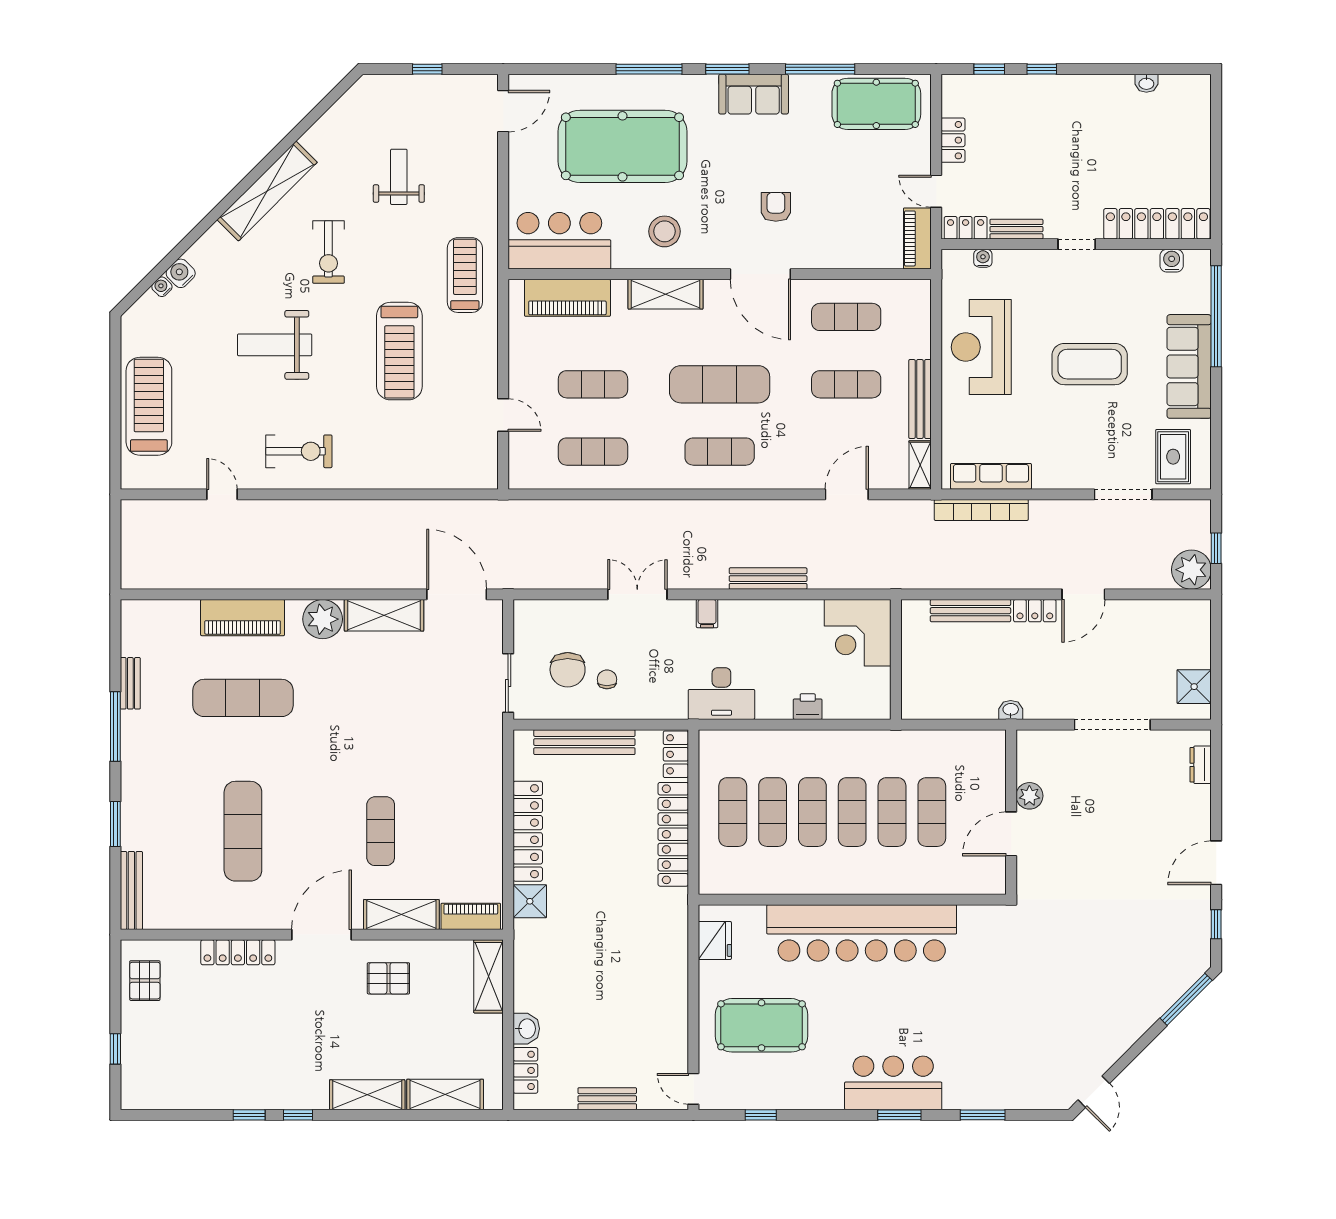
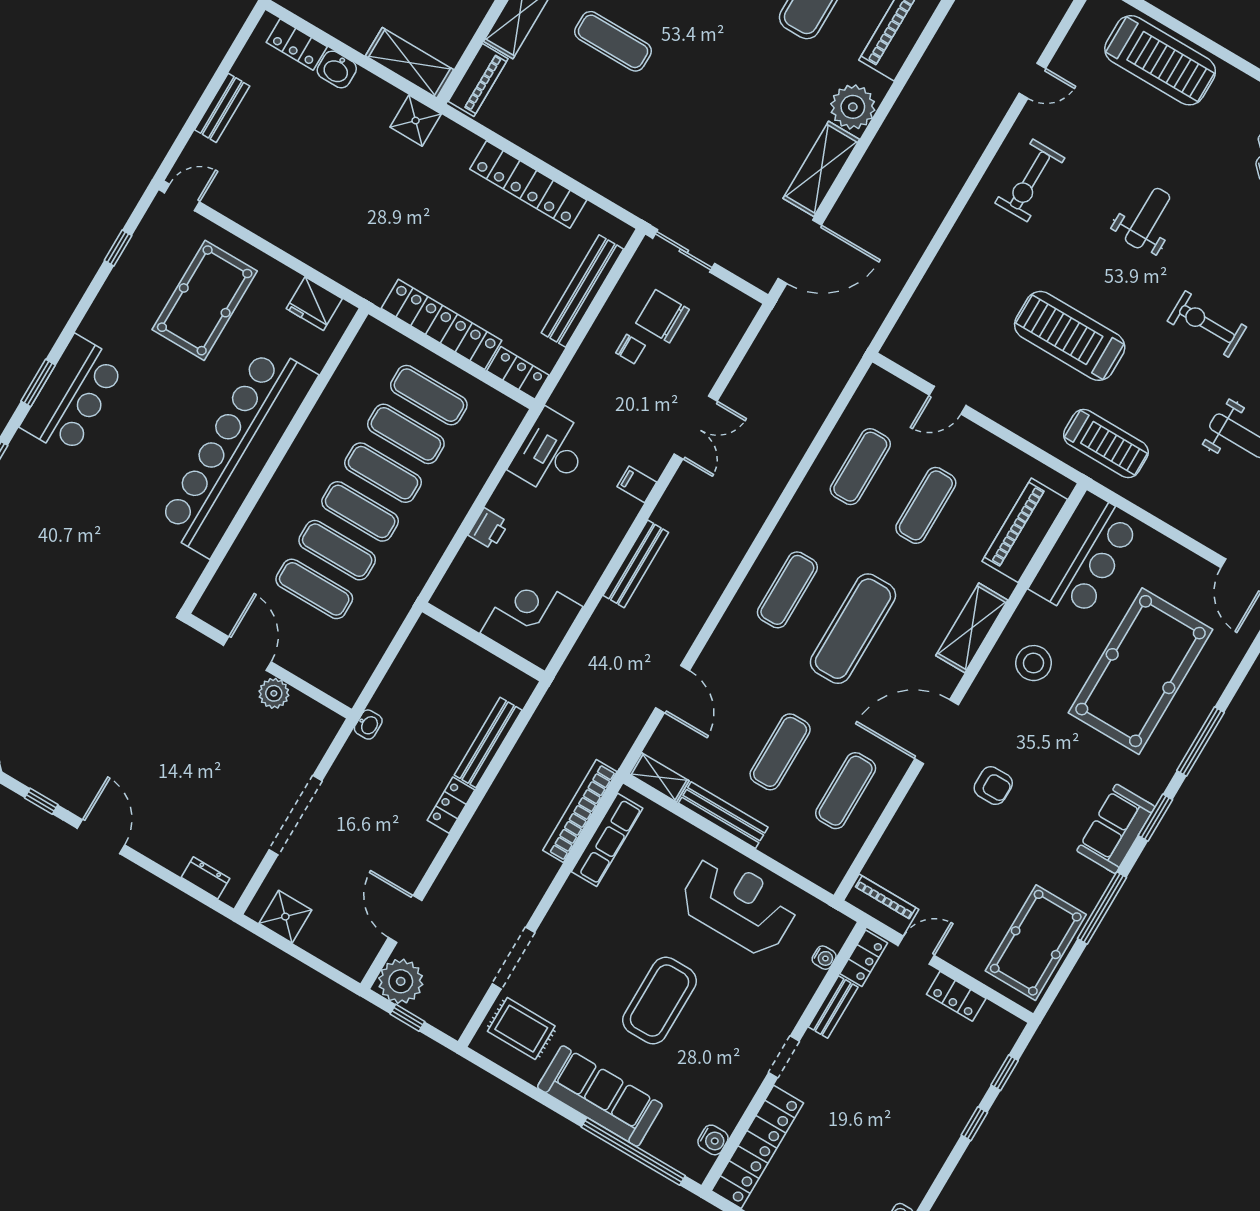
weight bench: (275, 345) -> (1148, 218), width x0.73, depth x0.75
door: (1083, 594) -> (405, 919), moved
shower: (530, 901) -> (416, 121), moved

